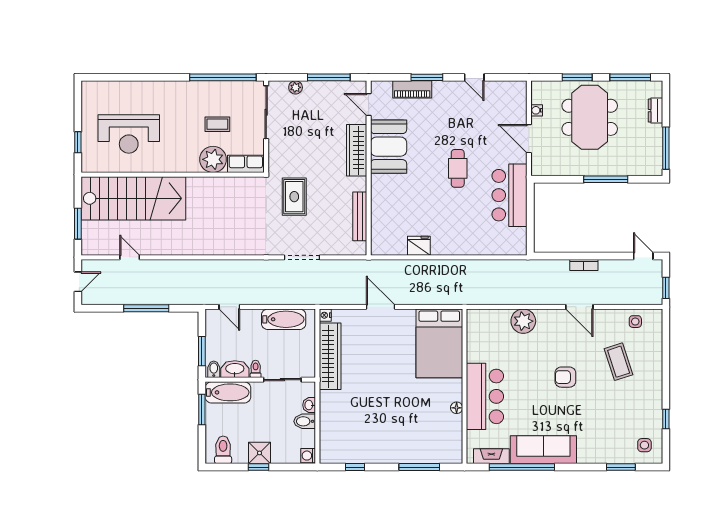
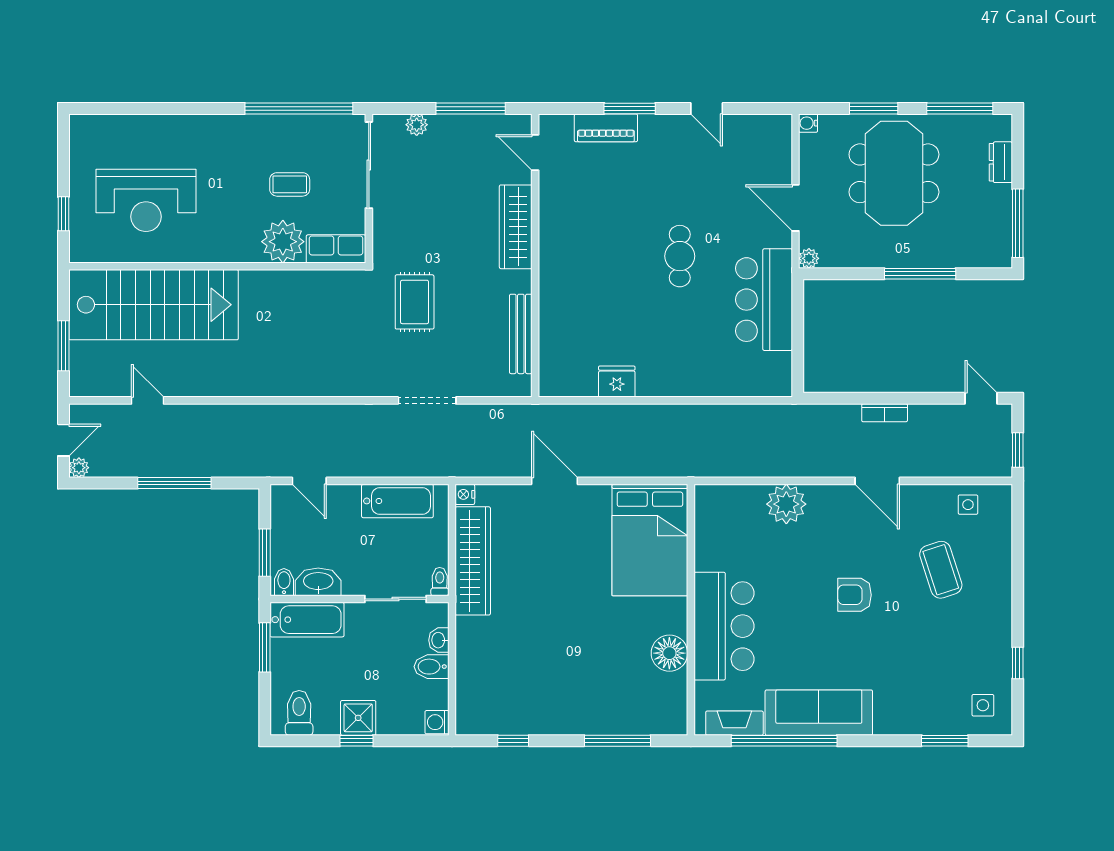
water cooler: (537, 110) -> (808, 123), moved
booth: (389, 147) -> (568, 221), removed
plant: (537, 170) -> (809, 258), added
plant: (87, 299) -> (79, 468), added
toilet: (256, 369) -> (440, 582), moved
floor lamp: (457, 408) -> (669, 653), width x1.89, depth x1.89

